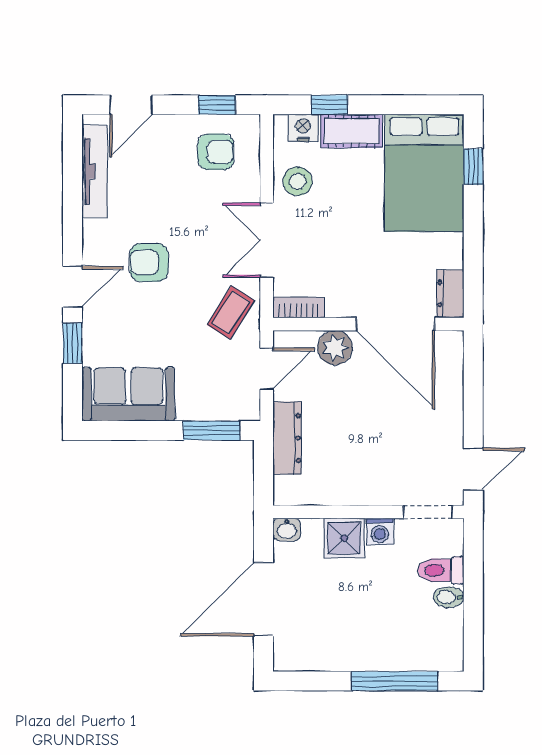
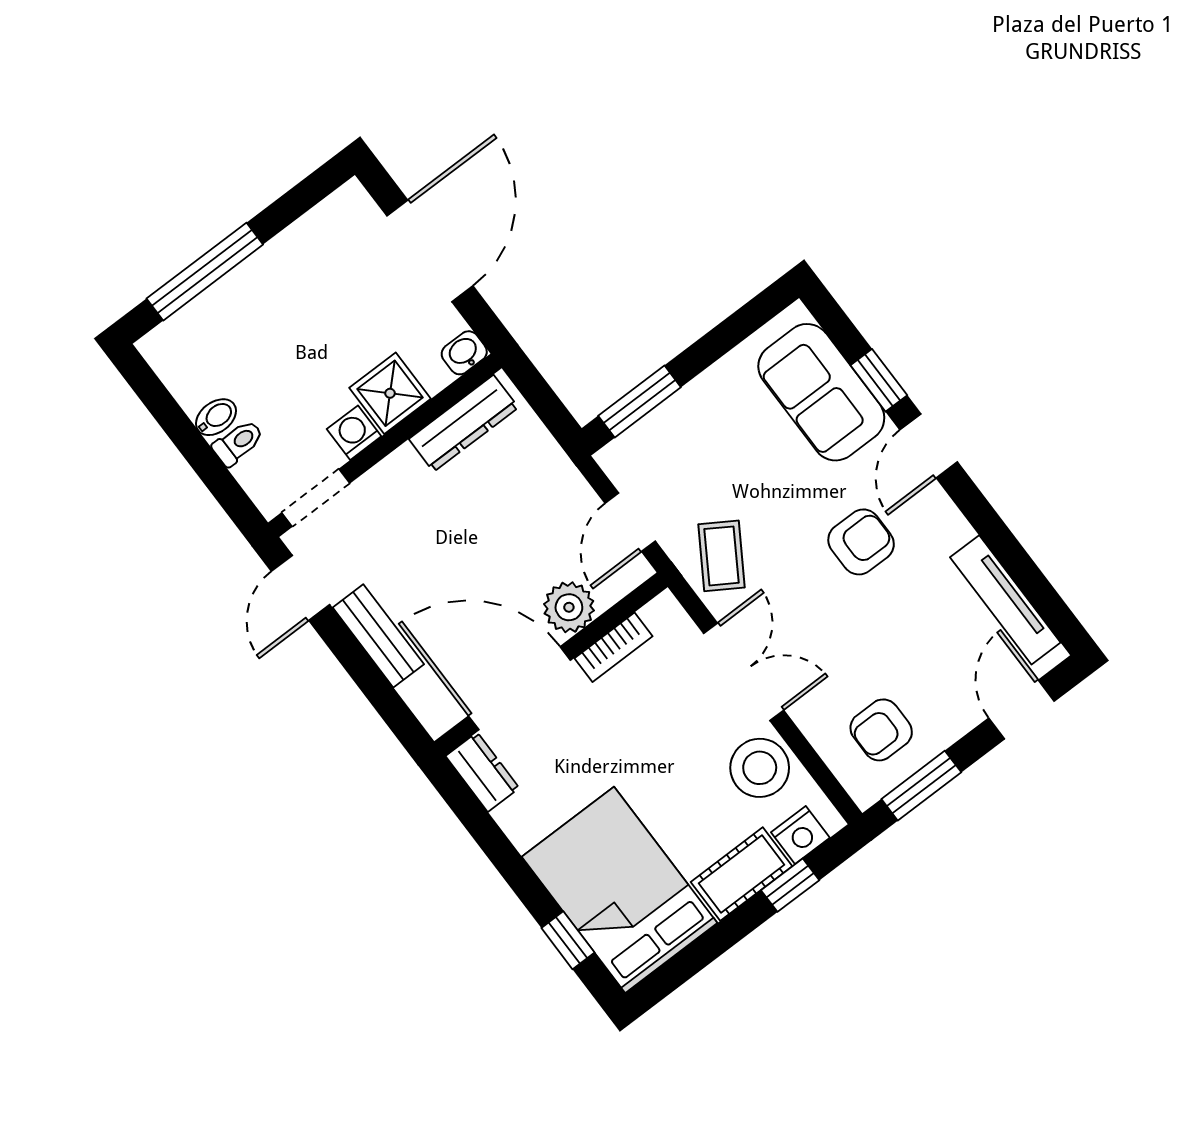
window: (217, 105) -> (921, 786), width x1.50
stool: (298, 181) -> (760, 768), width x1.38, depth x1.38
bookcase: (299, 307) -> (613, 647), moved
sofa: (128, 394) -> (821, 392), moved, turned 90
bench: (451, 411) -> (378, 636), added
dresser: (287, 438) -> (464, 423), moved, turned -90
toilet: (441, 570) -> (238, 443), width x0.73, depth x0.72

